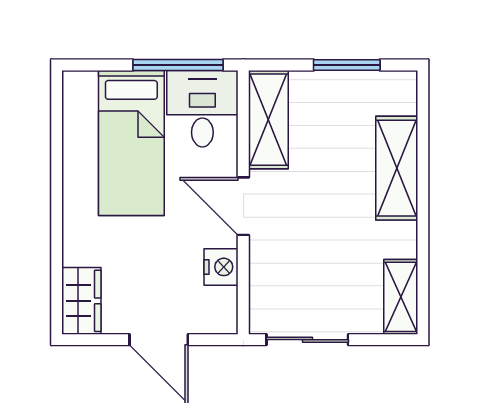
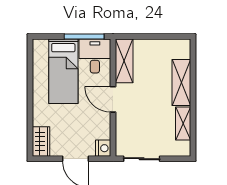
window: (347, 65) -> (159, 37), removed
nightstand: (221, 267) -> (103, 148), moved
shelving: (401, 297) -> (183, 123), moved

